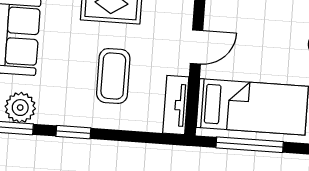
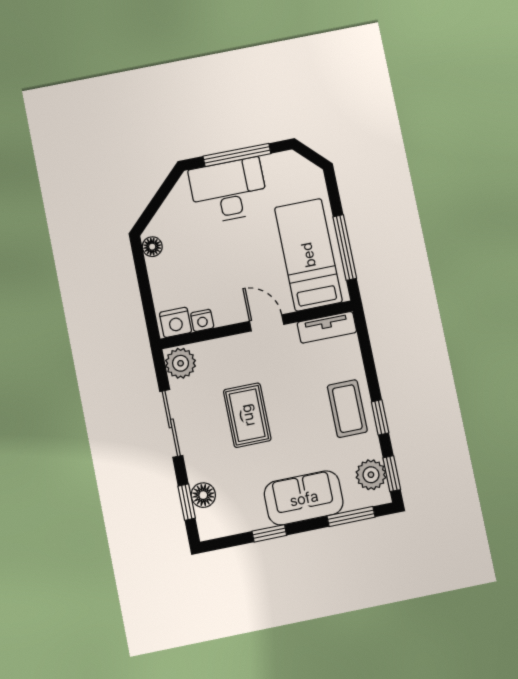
coffee table: (113, 76) -> (347, 409), moved, turned 90

